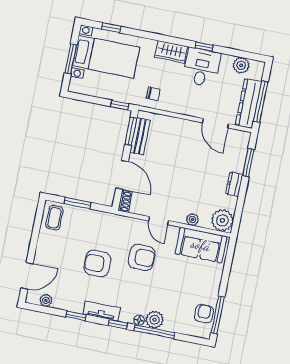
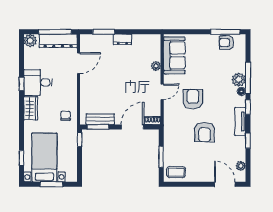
plant: (241, 65) -> (30, 41), moved
plant: (222, 220) -> (152, 43), removed

